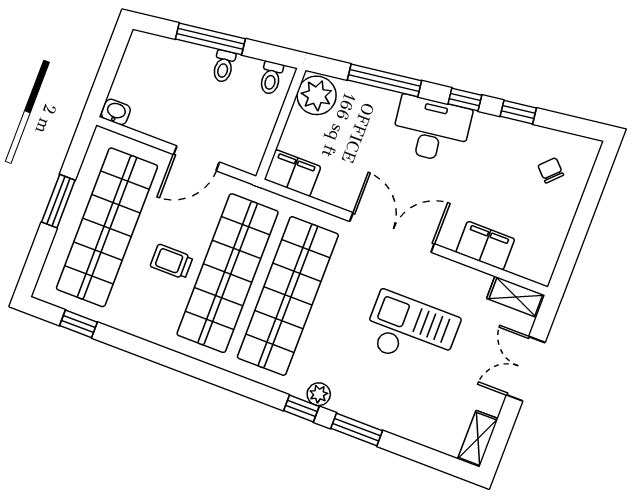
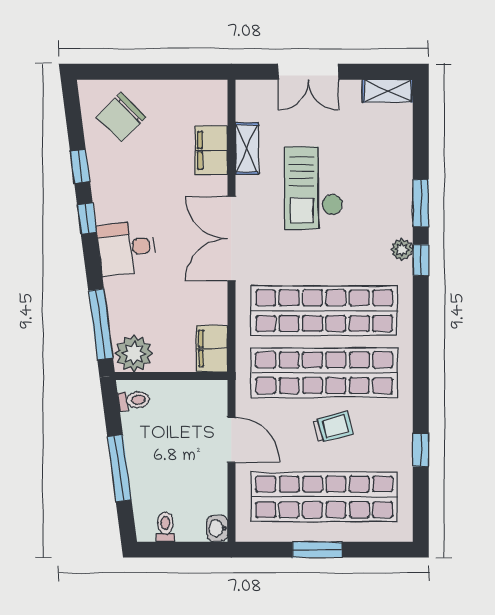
toilet: (224, 66) -> (165, 527), moved, turned -83
window: (384, 80) -> (101, 324), moved
desk: (431, 129) -> (126, 248), width x0.73
chair: (551, 170) -> (121, 117), width x1.87, depth x1.87
trolley: (172, 262) -> (333, 427), turned -105
shelving: (516, 297) -> (247, 149), moved
window: (79, 324) -> (421, 450), moved

